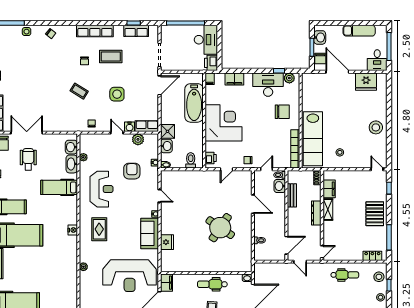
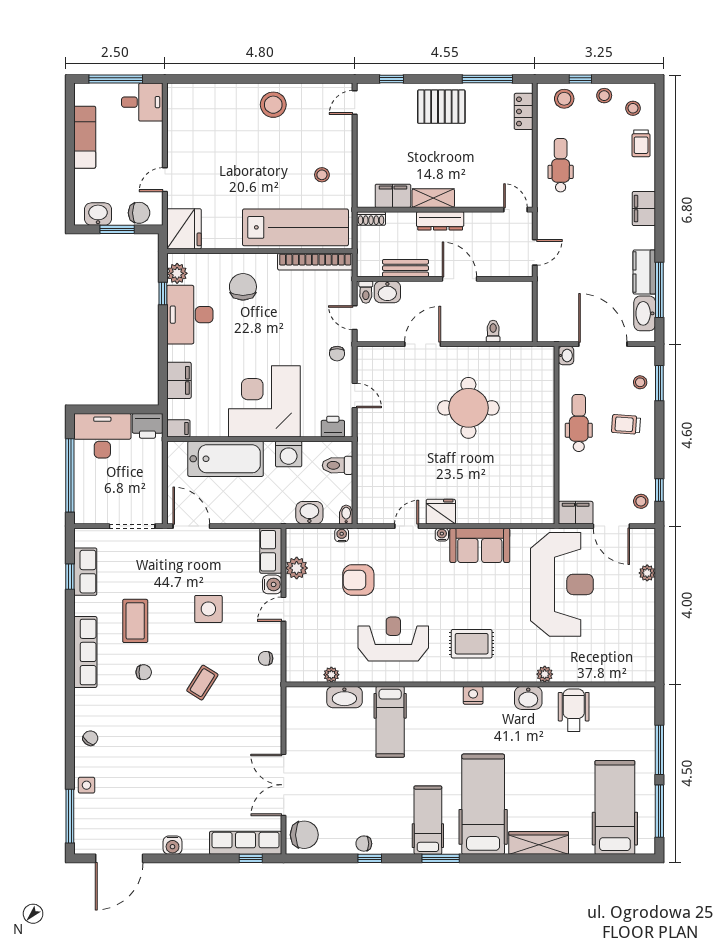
door: (337, 72) -> (165, 180), width x0.53
fridge: (366, 82) -> (184, 229), moved
shower: (168, 131) -> (281, 511), removed
washing machine: (197, 135) -> (289, 454), added
washbasin: (71, 147) -> (528, 698), moved
wheelchair: (28, 159) -> (574, 710), moved, turned 90
round table: (220, 228) -> (468, 408), turned -34
fridge: (167, 242) -> (441, 512), moved
door: (286, 245) -> (460, 279), moved
dental chair: (212, 284) -> (579, 423), turned 180

